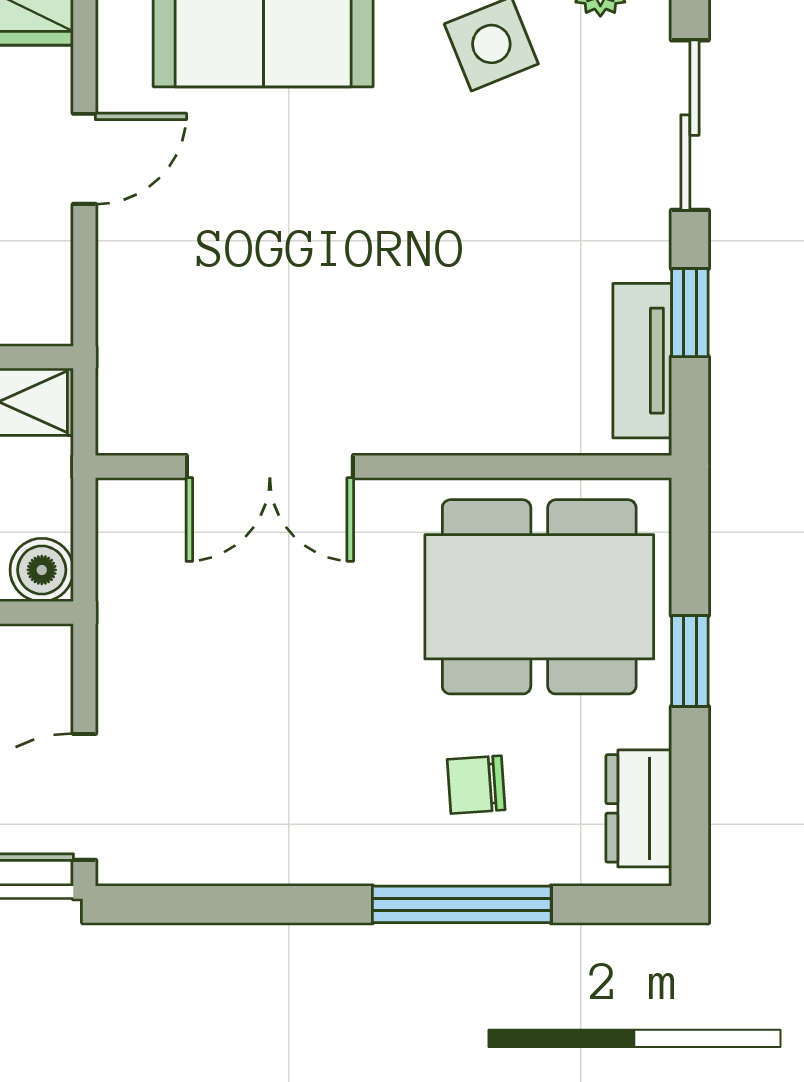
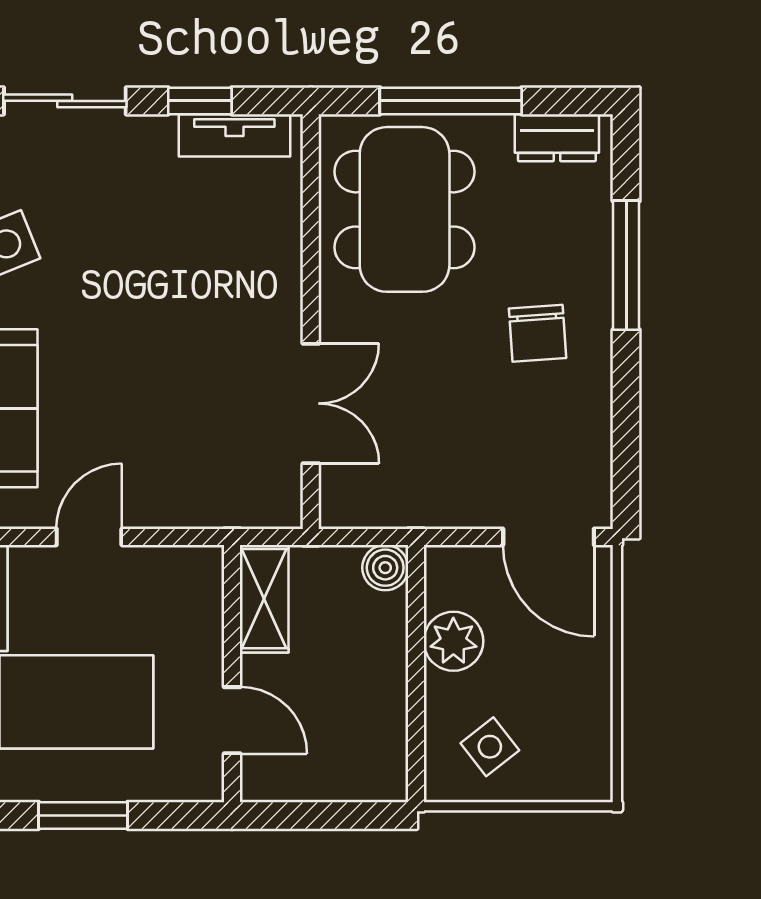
door: (84, 159) -> (89, 537), hinge flipped
window: (690, 661) -> (451, 101), width x2.17
chair: (476, 785) -> (538, 333), moved, width x1.37, depth x1.37

